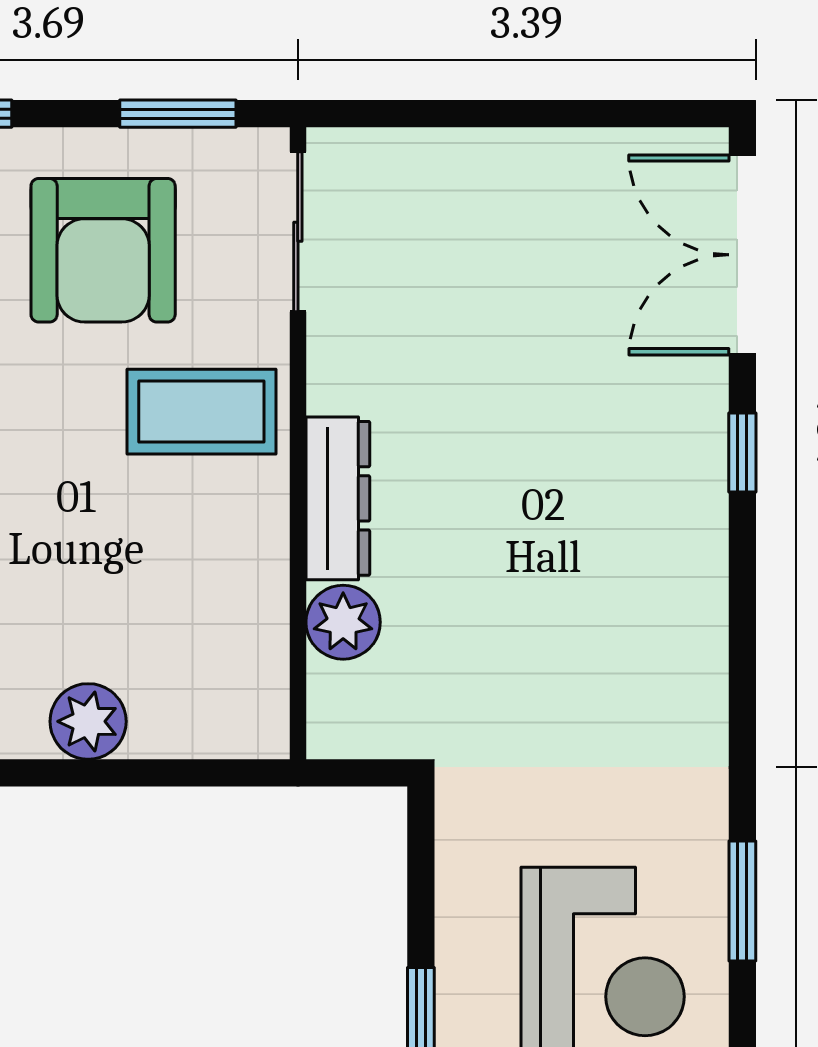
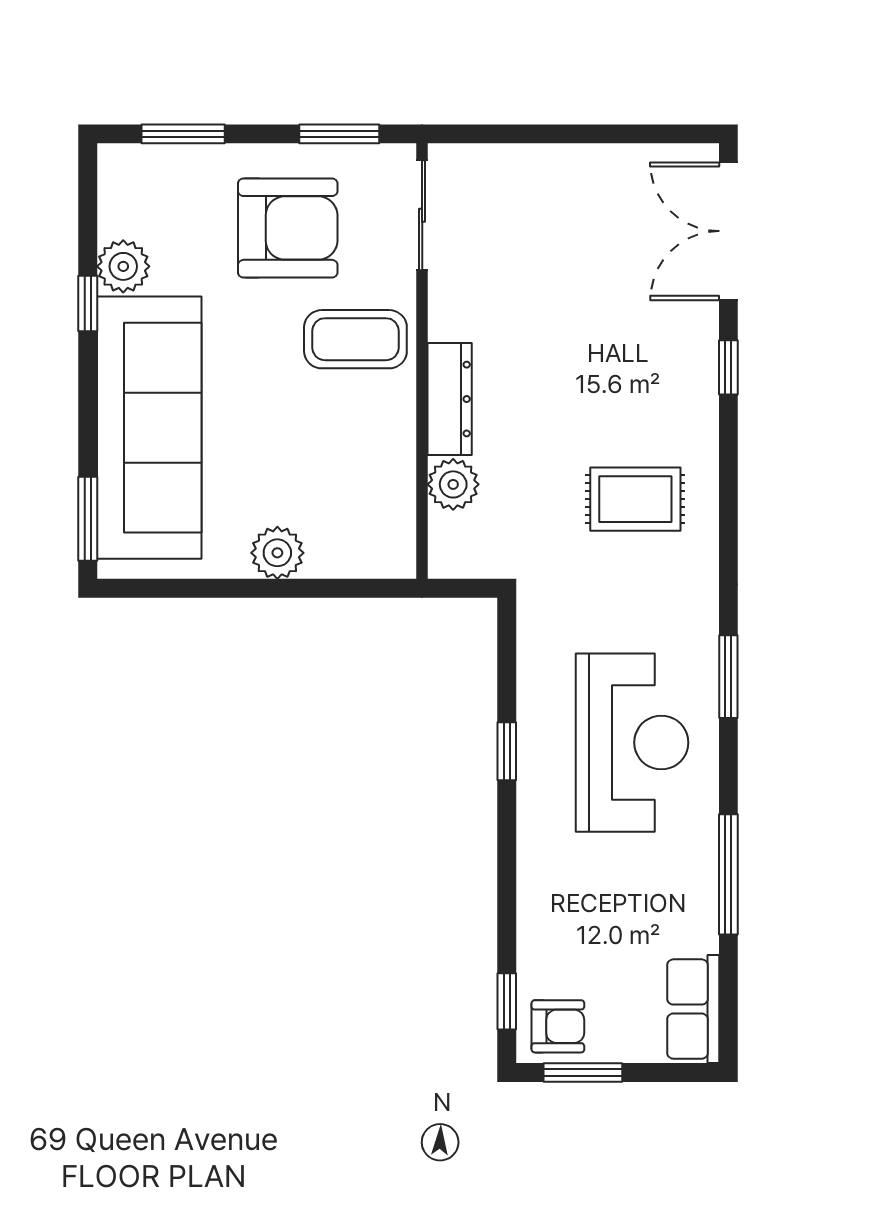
armchair: (103, 250) -> (288, 228), turned -90
rug: (608, 644) -> (635, 499), added

